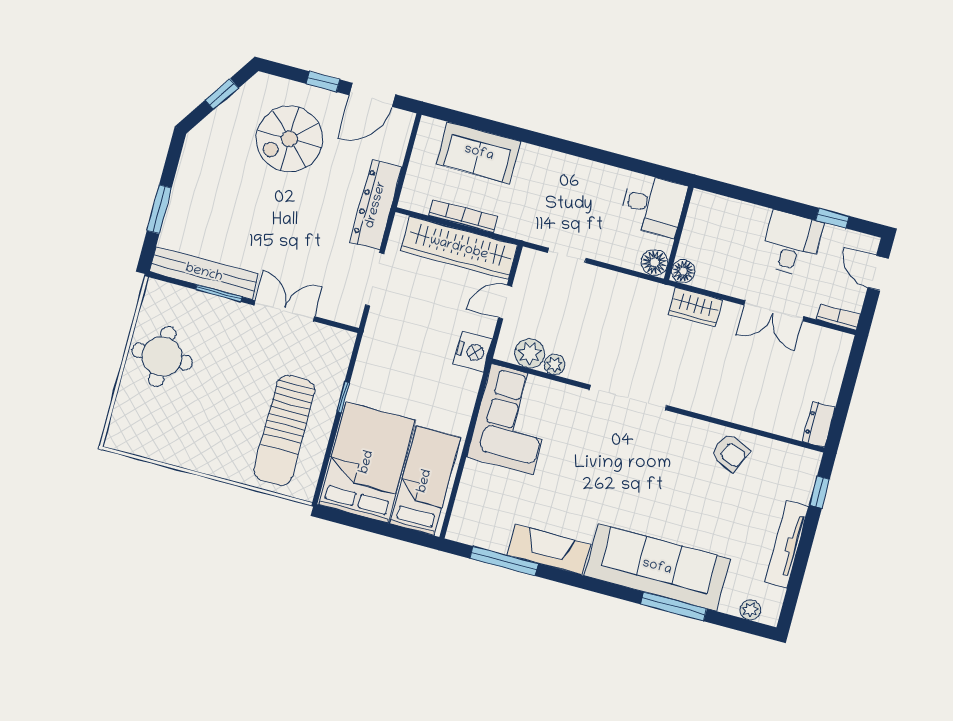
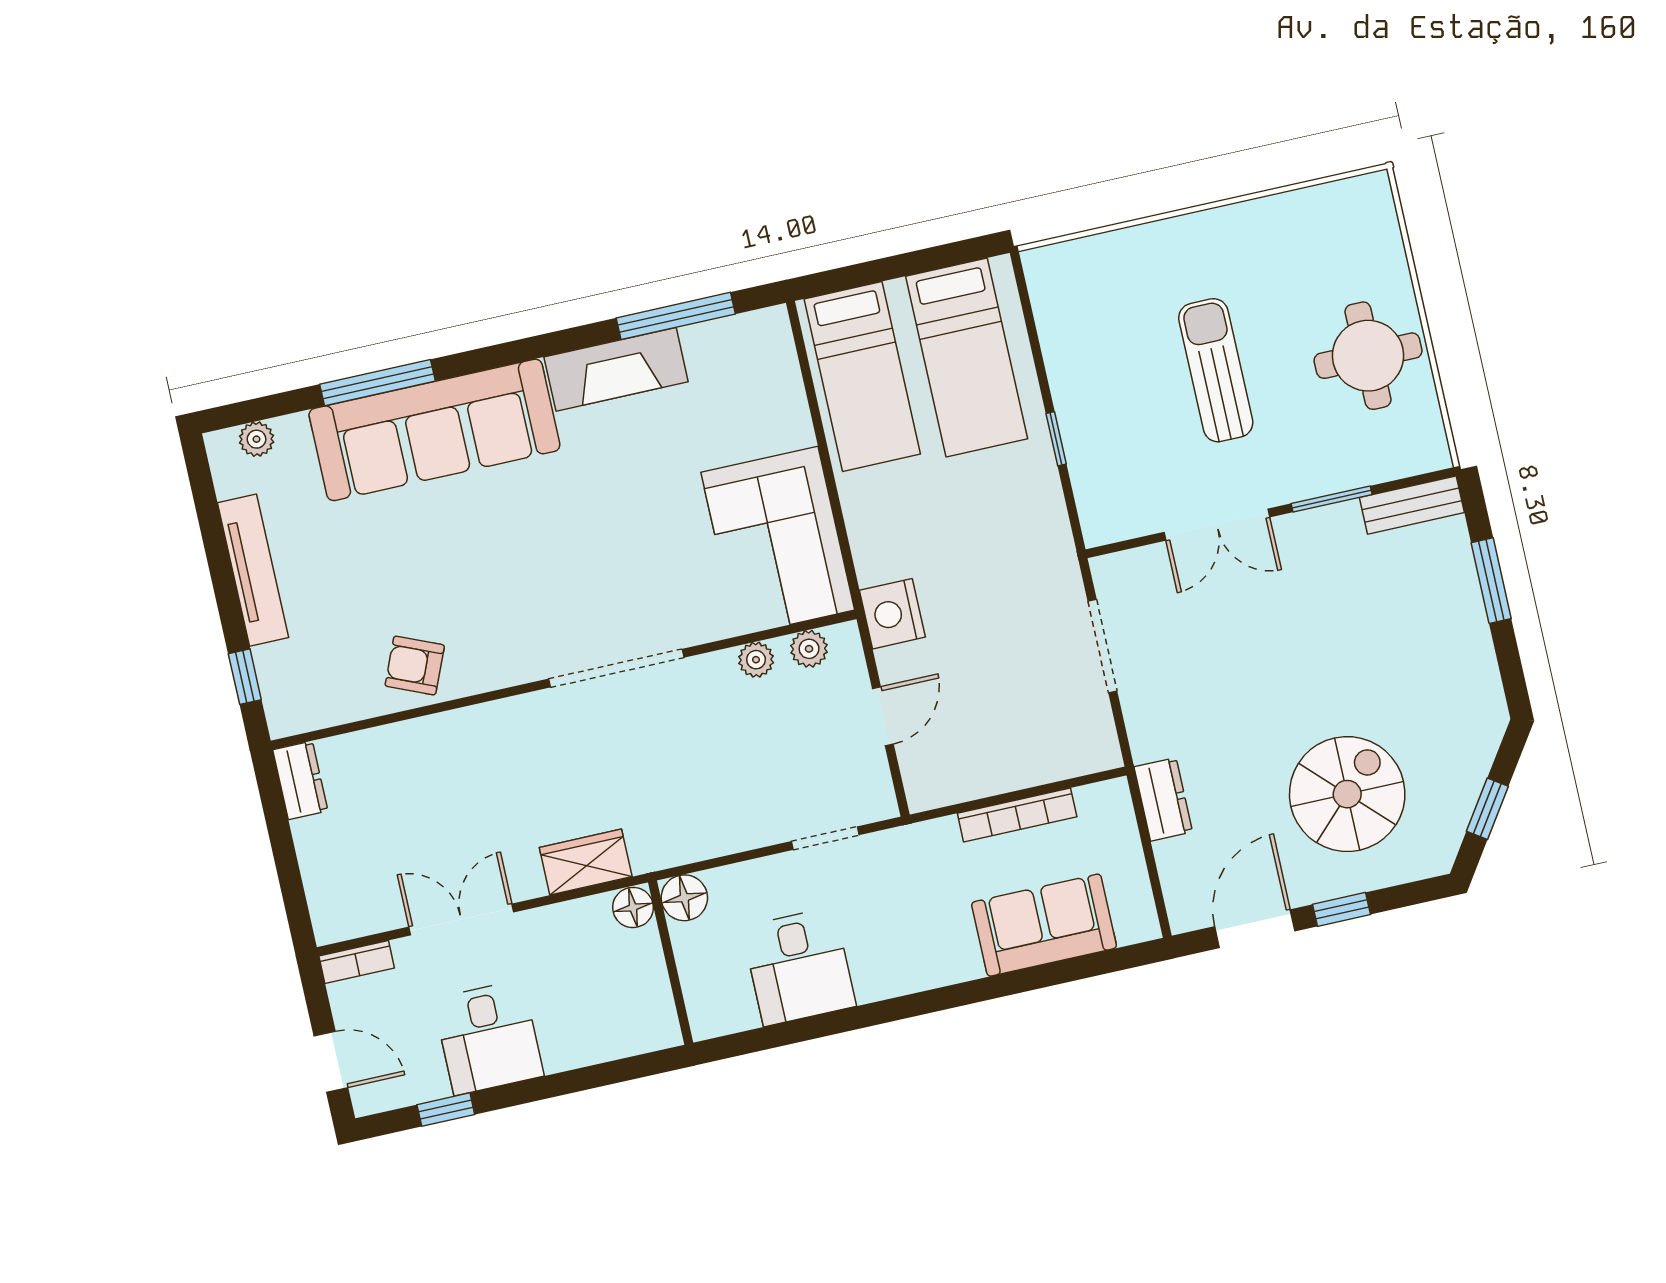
dresser: (376, 205) -> (1163, 799), width x0.51, depth x0.80
desk: (653, 205) -> (799, 967), moved, turned -90
wardrobe: (459, 248) -> (997, 763), removed
bench: (204, 273) -> (1412, 505), width x0.54, depth x0.82
plant: (530, 353) -> (809, 649), width x0.73, depth x0.73
sun lounger: (284, 430) -> (1216, 370), moved, width x0.73, depth x0.75
bed: (367, 462) -> (967, 357), width x0.67

